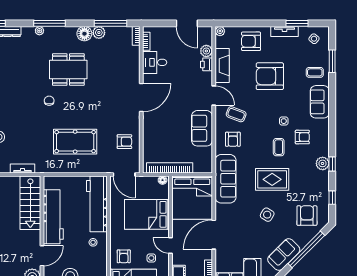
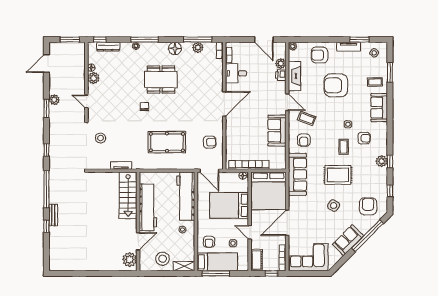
plant: (99, 33) -> (198, 47), moved

